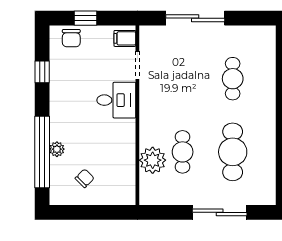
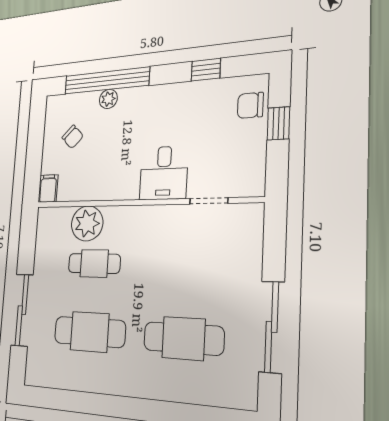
sliding door: (195, 18) -> (272, 327), moved
filing cabinet: (125, 38) -> (48, 189), moved
cafe table: (233, 79) -> (183, 338), width x1.37, depth x1.35

